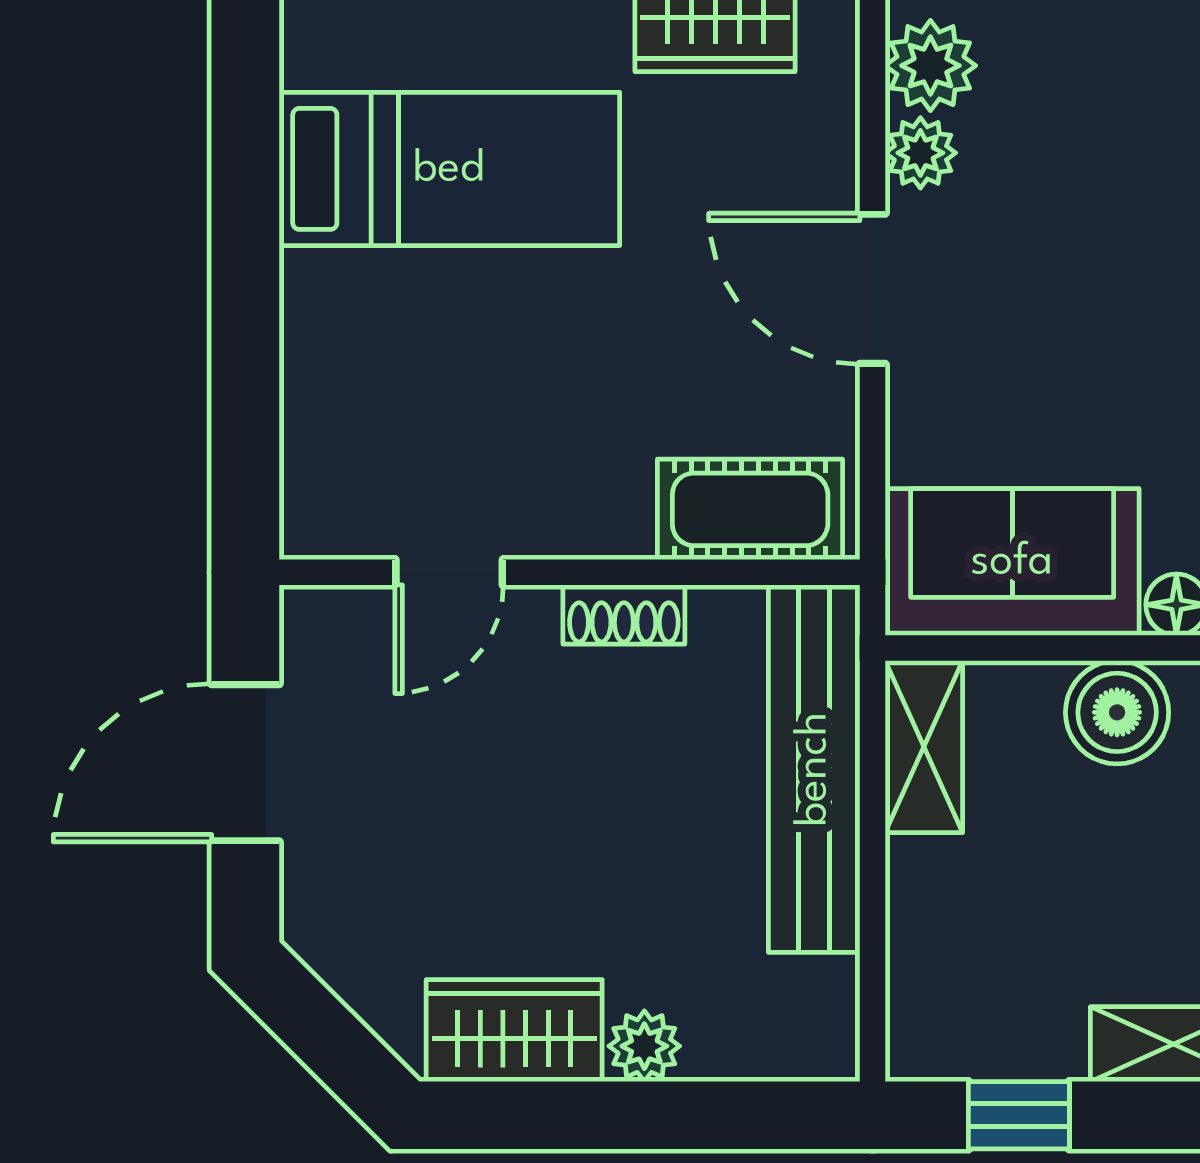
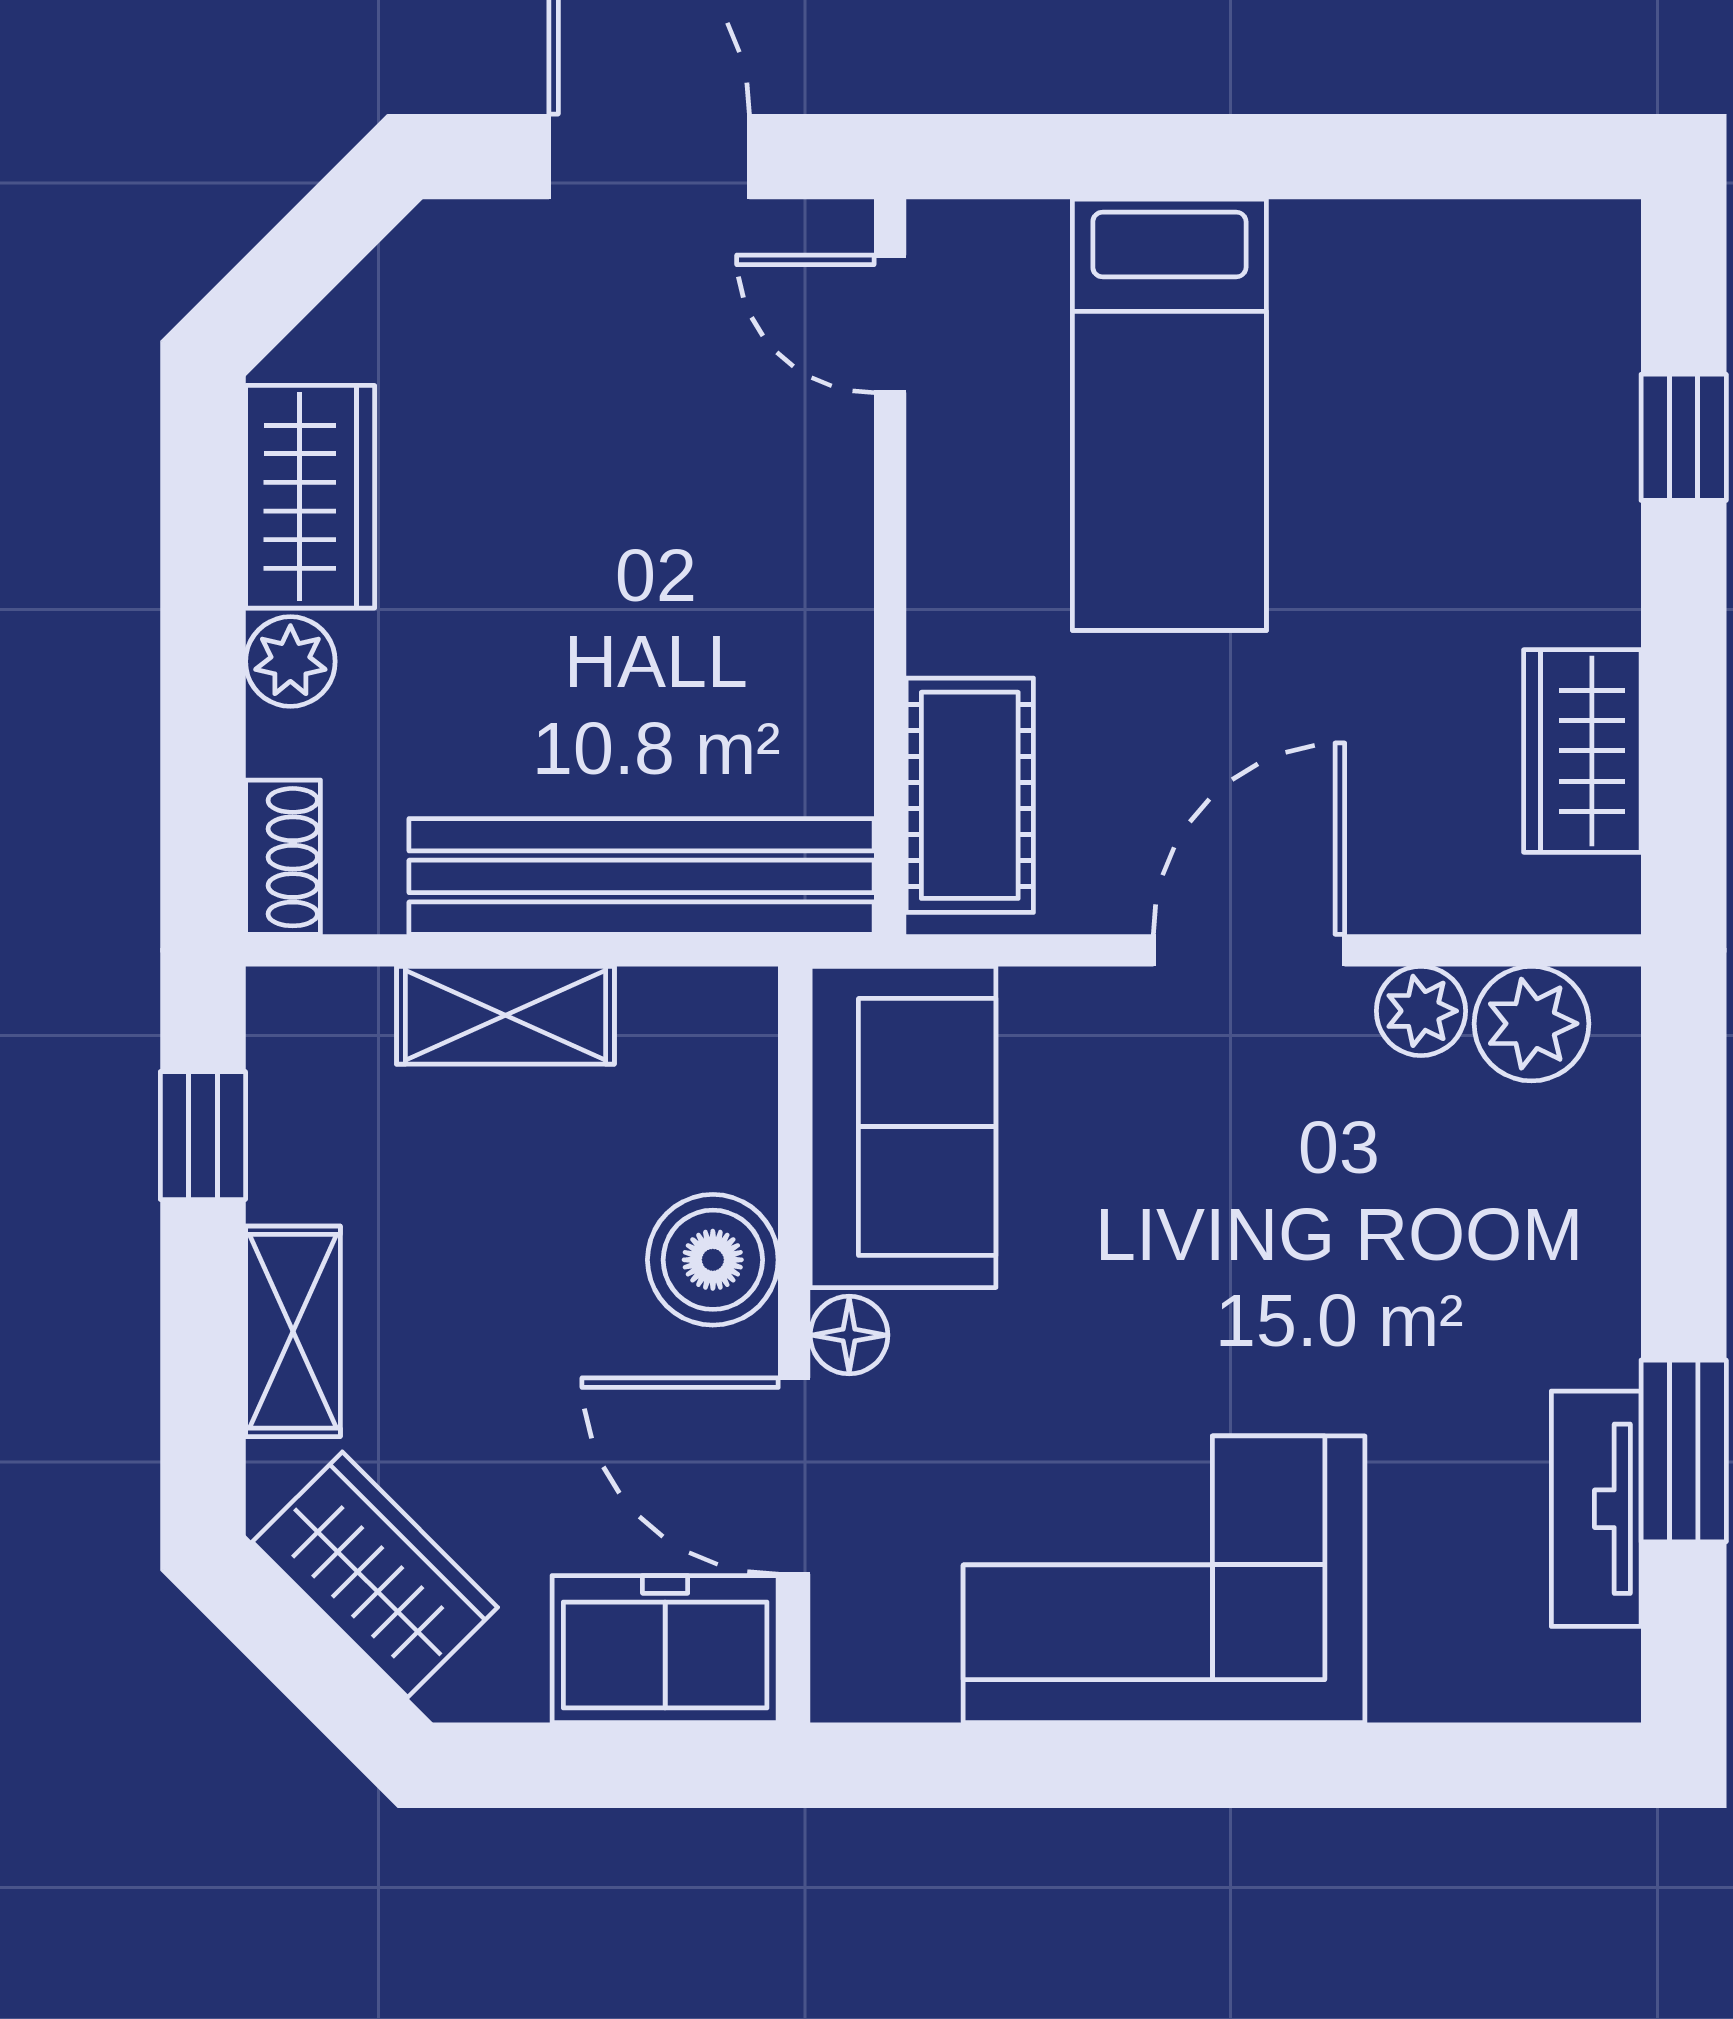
bed: (449, 169) -> (1169, 415), moved
door: (449, 572) -> (890, 324), moved
shoe rack: (624, 615) -> (283, 857), moved, turned 180
shelving: (924, 747) -> (505, 1015), moved

